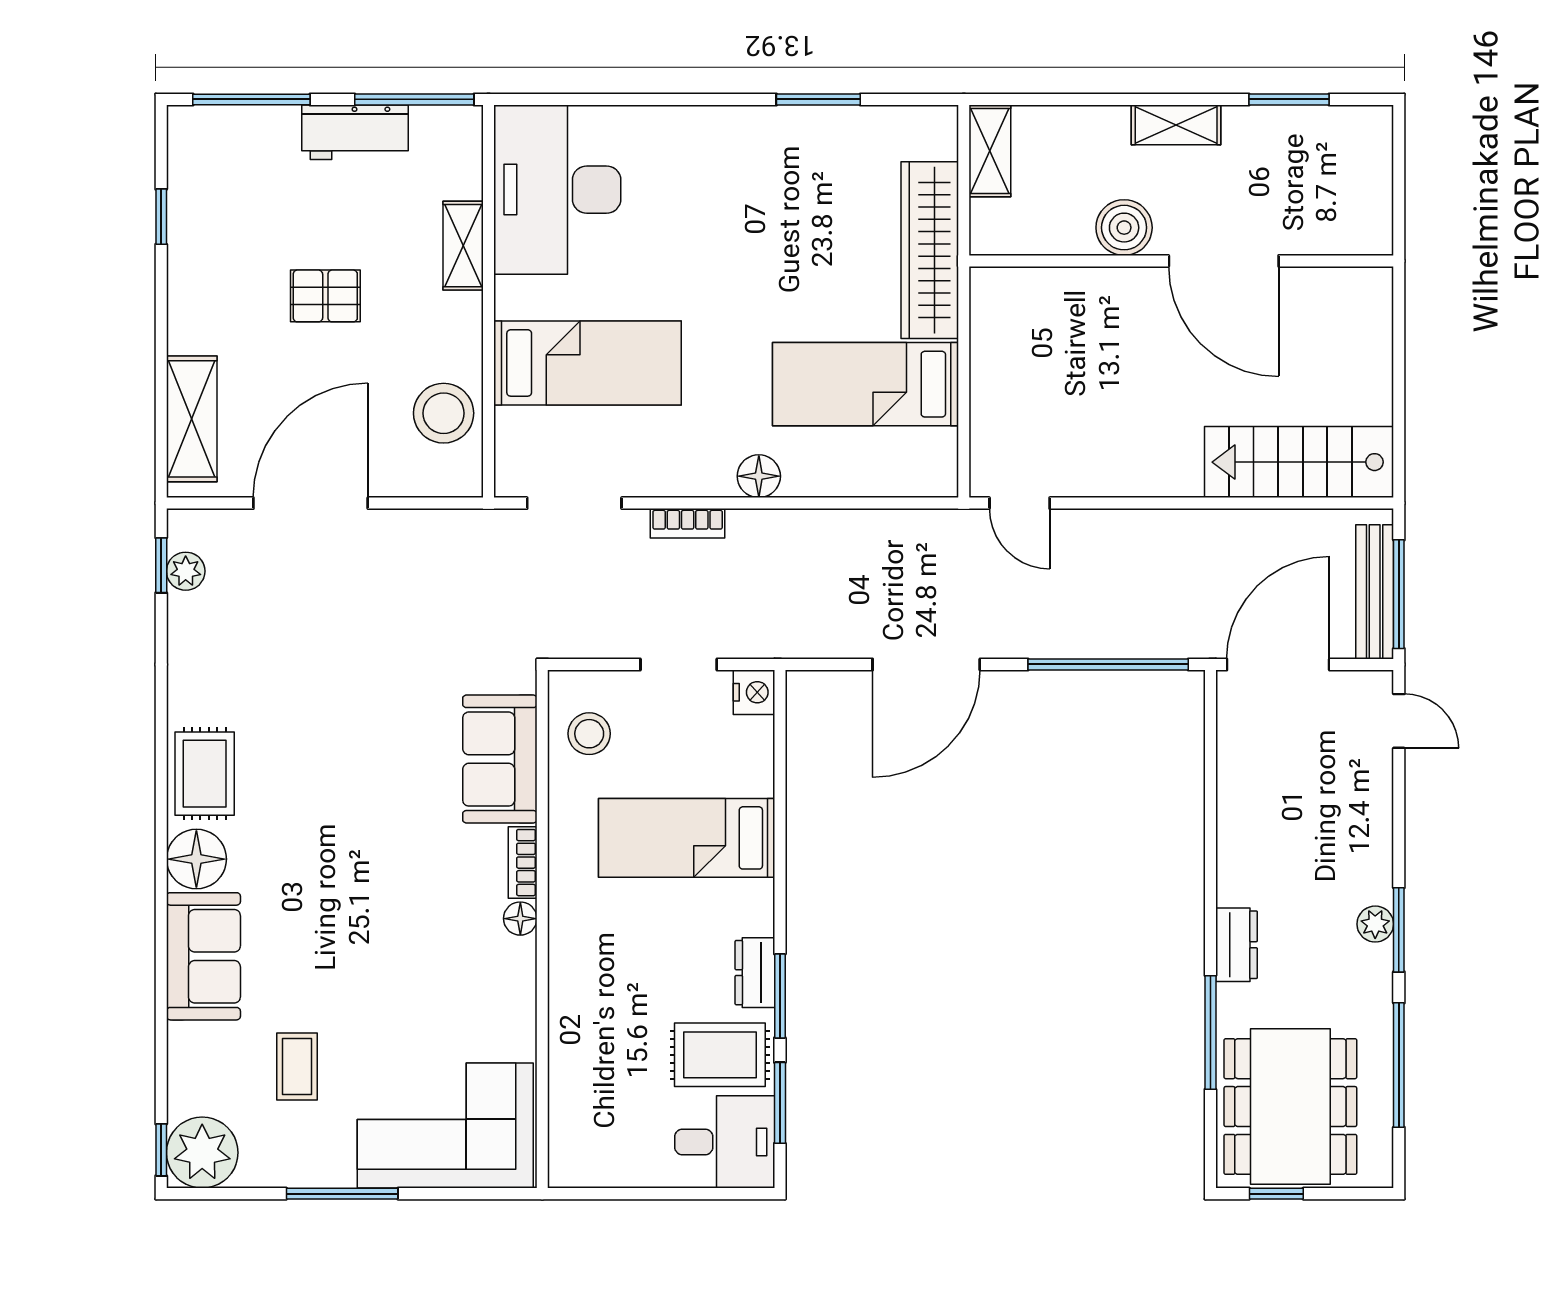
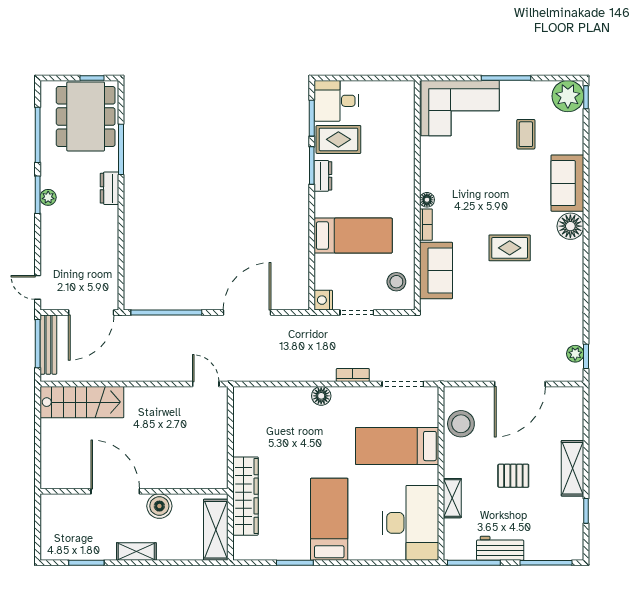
shelving: (990, 151) -> (216, 530), width x1.50, depth x1.33
bed: (865, 384) -> (329, 519), moved, turned -90
shelving: (192, 419) -> (573, 468), moved
rug: (205, 774) -> (510, 248), moved, turned 90

